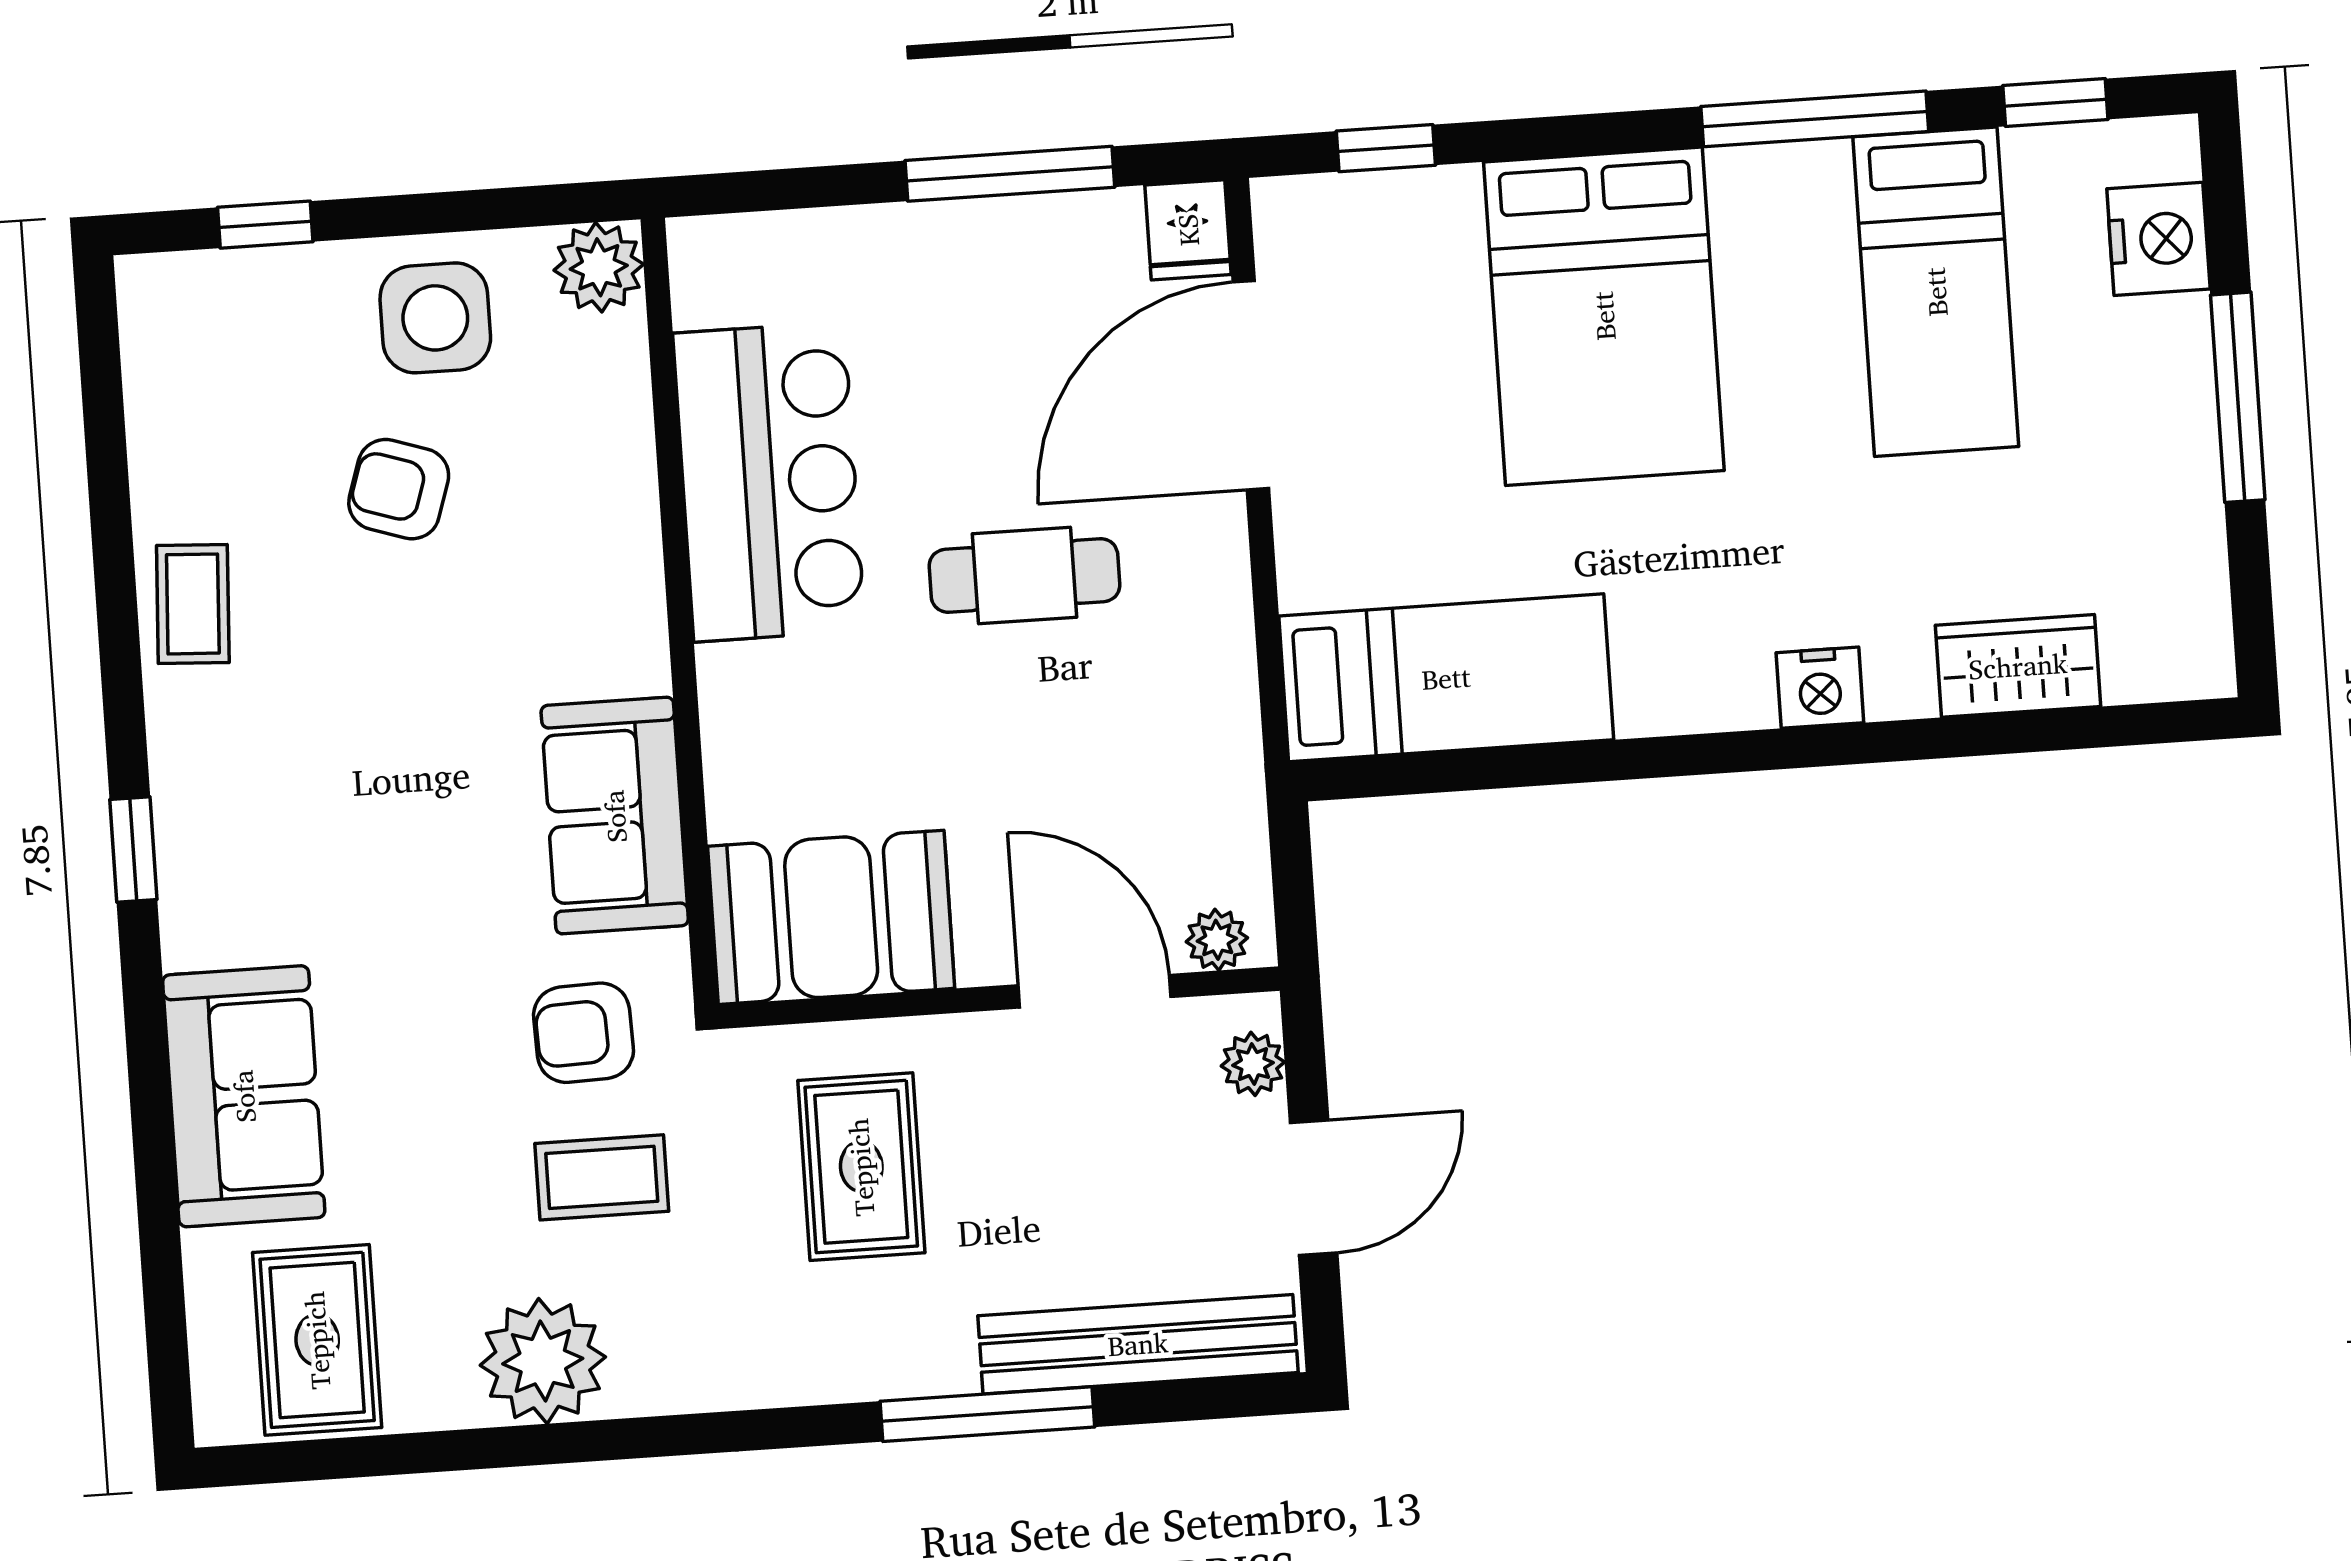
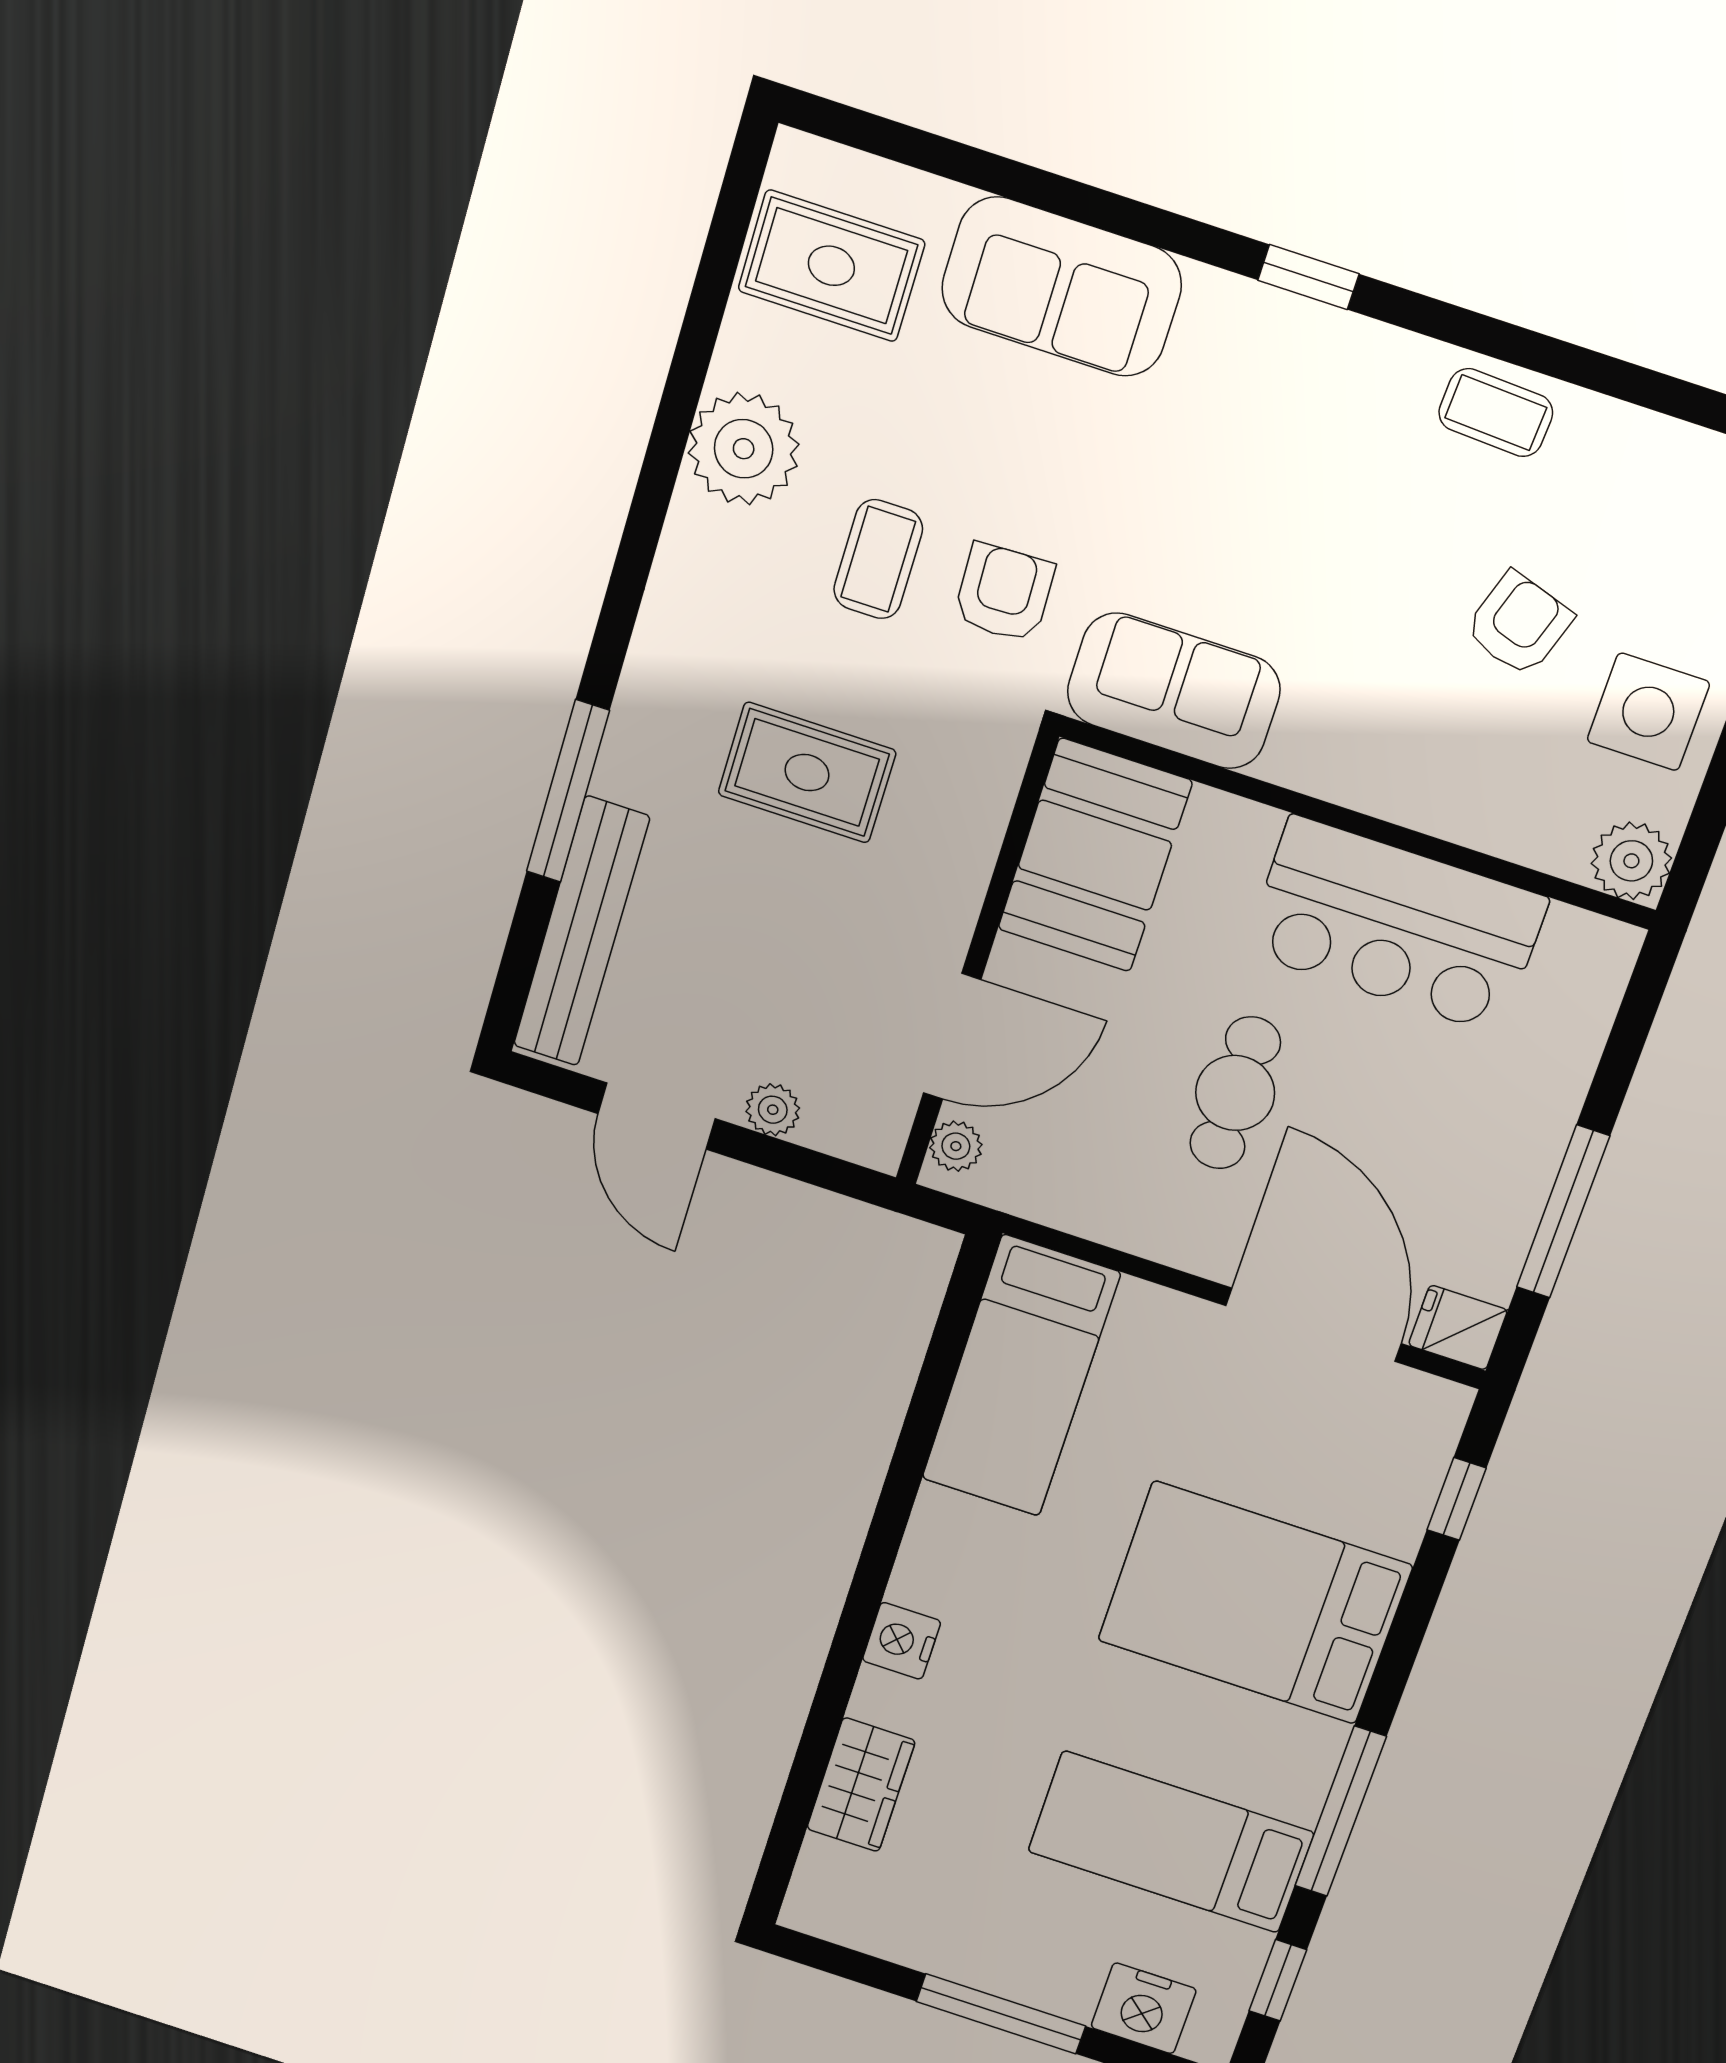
booth: (831, 917) -> (1095, 855), moved
plant: (1217, 940) -> (956, 1146), moved
door: (1095, 991) -> (952, 1036), moved
wall: (999, 998) -> (976, 961), moved

